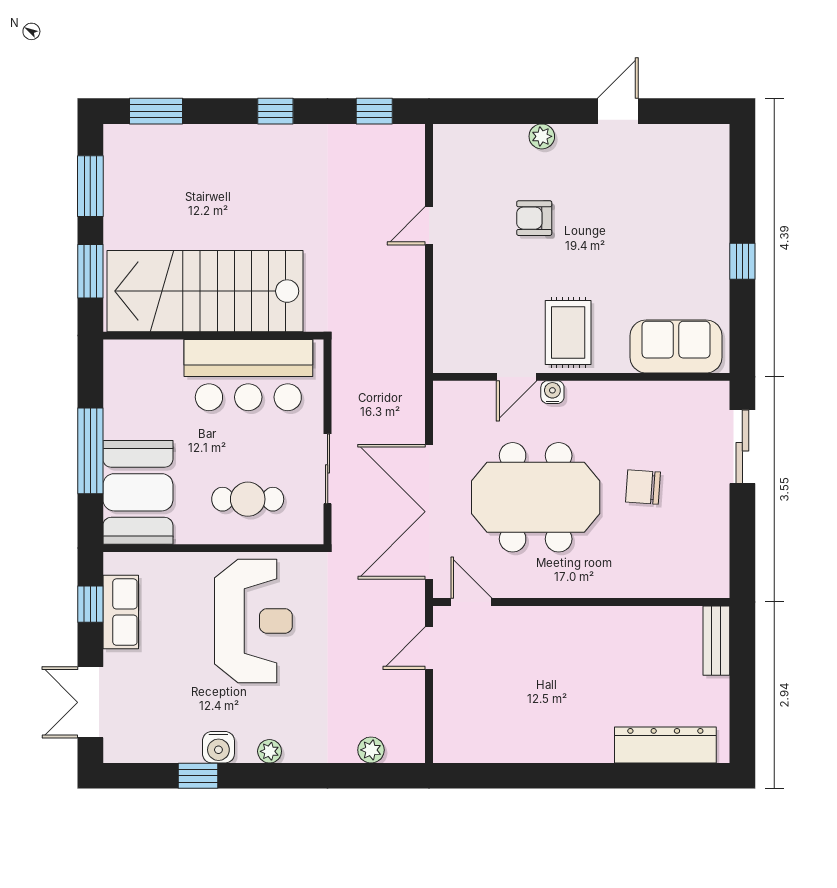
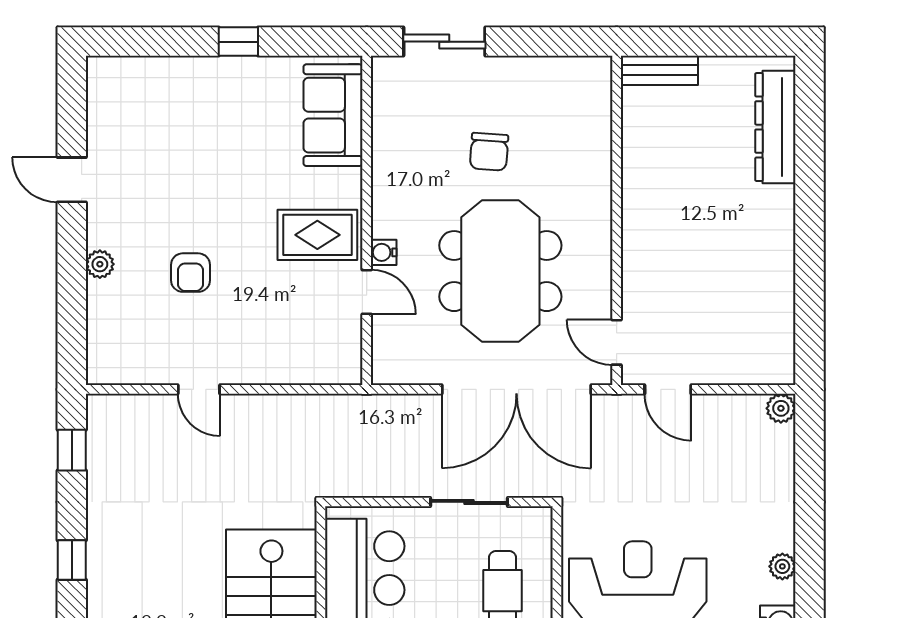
door: (471, 602) -> (617, 342), hinge flipped
plant: (371, 750) -> (781, 408), moved

